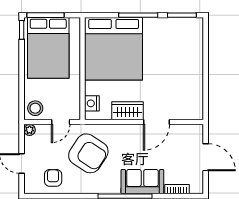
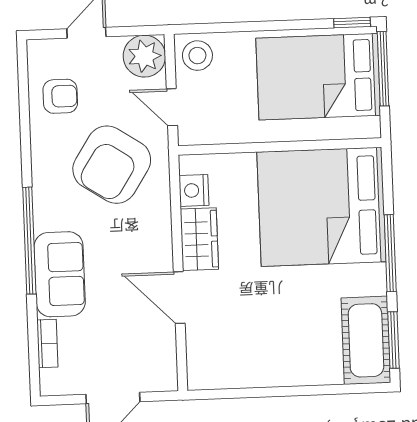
cot: (182, 29) -> (366, 340), added
nightstand: (92, 103) -> (194, 190), moved, turned -90
plant: (30, 130) -> (144, 56), width x1.88, depth x1.88

